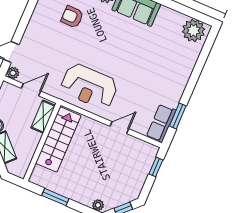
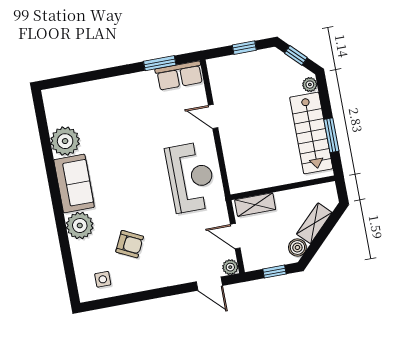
armchair: (72, 17) -> (130, 244), turned -65
plant: (194, 30) -> (65, 141), moved
stairs: (58, 139) -> (311, 133), moved, turned -90
window: (156, 167) -> (244, 48), moved

